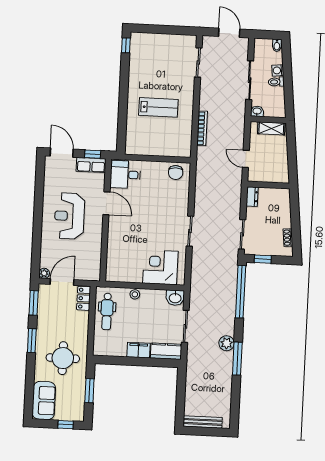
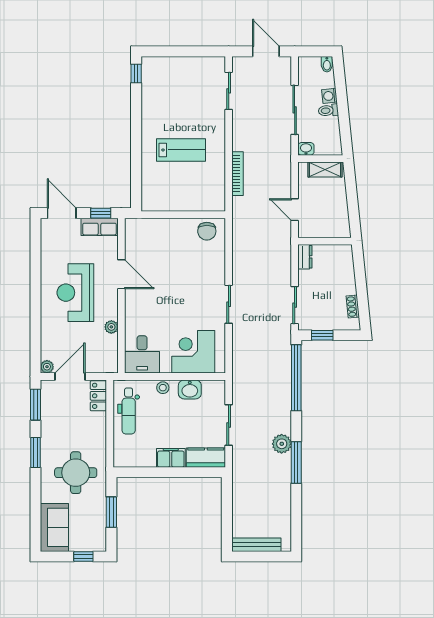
desk: (125, 175) -> (142, 354), moved, turned -90
plant: (97, 244) -> (111, 327), added
washbasin: (175, 298) -> (190, 389), moved

